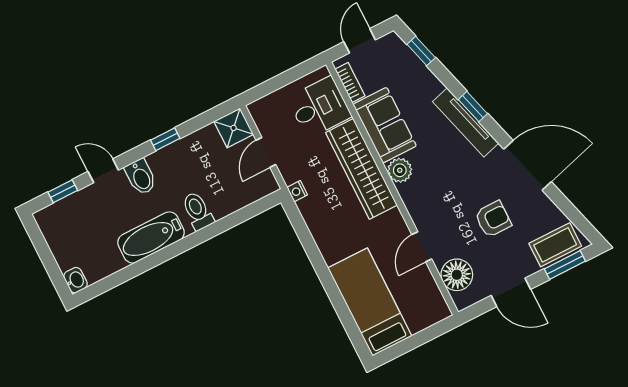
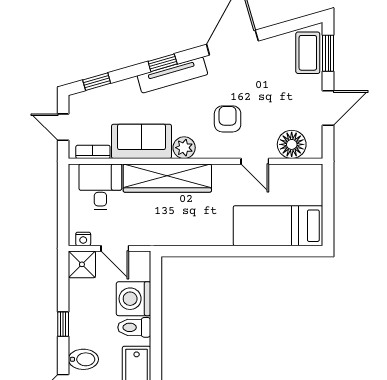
nightstand: (297, 191) -> (83, 239), moved
washing machine: (226, 196) -> (133, 299), added
armchair: (493, 219) -> (228, 119), moved

